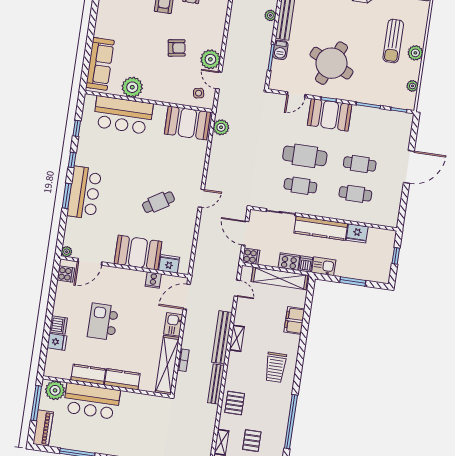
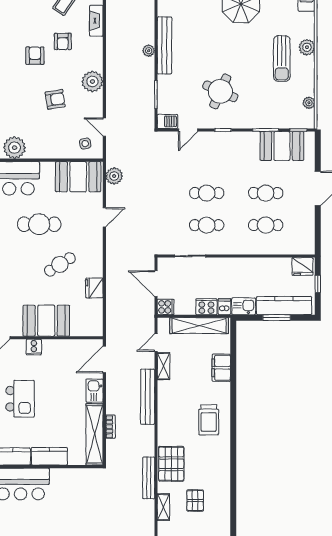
barbecue: (280, 50) -> (167, 121), moved, turned -90
plant: (415, 53) -> (307, 47), moved
plant: (210, 59) -> (92, 82), moved
round table: (331, 63) -> (220, 91), width x0.73, depth x0.73
booth: (330, 115) -> (282, 146), moved
cafe table: (305, 156) -> (207, 193), width x0.73, depth x0.74
cafe table: (145, 162) -> (39, 224), added
door: (201, 198) -> (104, 217), moved
kitchen counter: (321, 228) -> (284, 306), moved, turned 180
fridge: (357, 233) -> (302, 266), moved
fridge: (169, 264) -> (94, 288), moved, turned -90
cooker: (153, 280) -> (34, 347), moved
door: (237, 288) -> (156, 343), swing flipped
kitchen island: (103, 322) -> (20, 399), turned 180
shelving: (237, 338) -> (163, 366), moved
bench: (216, 384) -> (149, 478), moved
pallet: (235, 403) -> (171, 464), width x1.50, depth x1.42
window: (291, 422) -> (233, 475), removed

